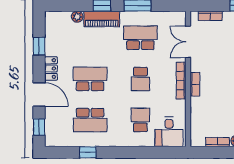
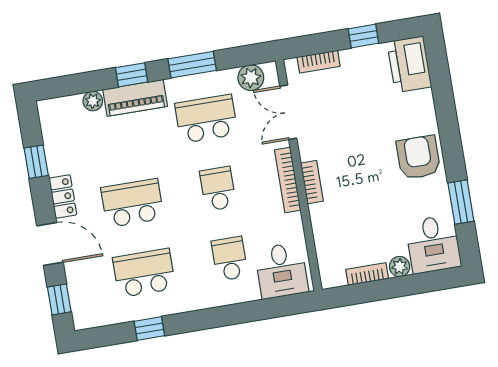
plant: (170, 19) -> (251, 78), added
school desk: (140, 79) -> (218, 189), turned 180
school desk: (90, 120) -> (144, 273), turned 180

